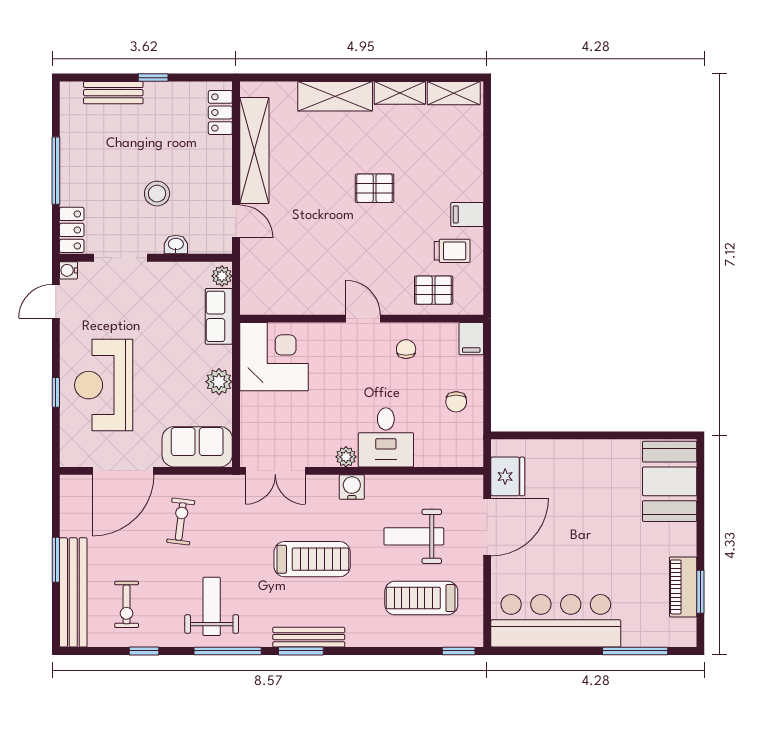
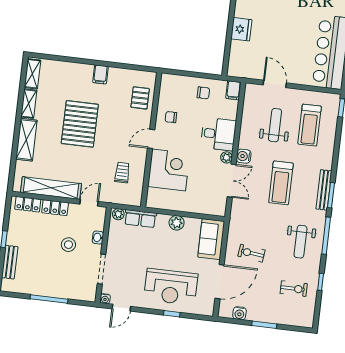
pallet: (375, 188) -> (80, 124), width x2.05, depth x2.00
locker: (72, 230) -> (55, 208), moved, turned 180
trolley: (452, 251) -> (122, 173), moved
door: (56, 301) -> (121, 308), hinge flipped
filing cabinet: (471, 339) -> (233, 90), moved, turned 90
corner desk: (274, 357) -> (169, 170), moved, turned 90
door: (123, 471) -> (220, 282), hinge flipped
double door: (275, 471) -> (232, 181), moved
fridge: (508, 476) -> (241, 29), moved, turned 90
water cooler: (71, 513) -> (239, 313), added
door: (487, 527) -> (275, 84), width x0.73
weight bench: (414, 536) -> (275, 125), turned 180
treadmill: (312, 559) -> (281, 183), turned 180
bench: (73, 592) -> (284, 317), removed
weight bench: (212, 606) -> (300, 242), turned -90

